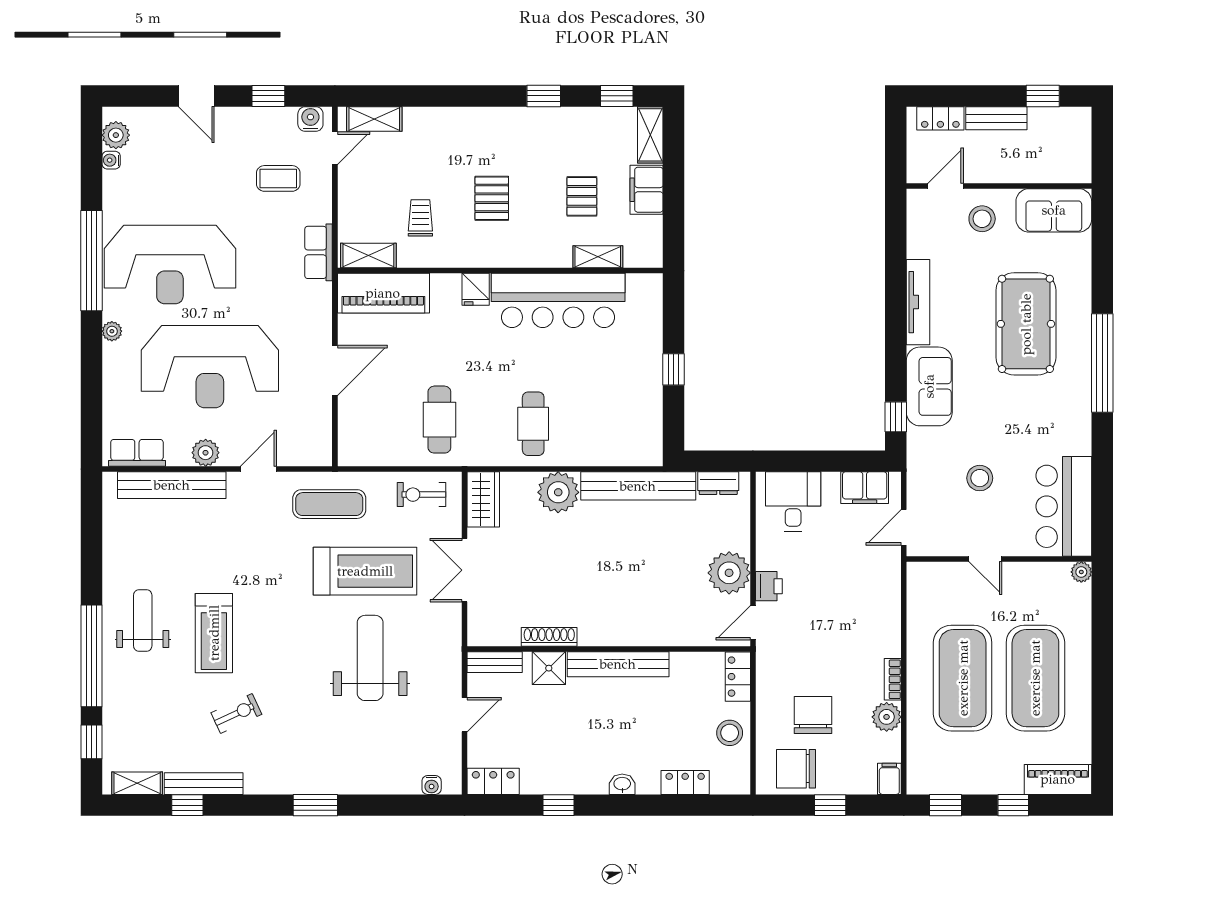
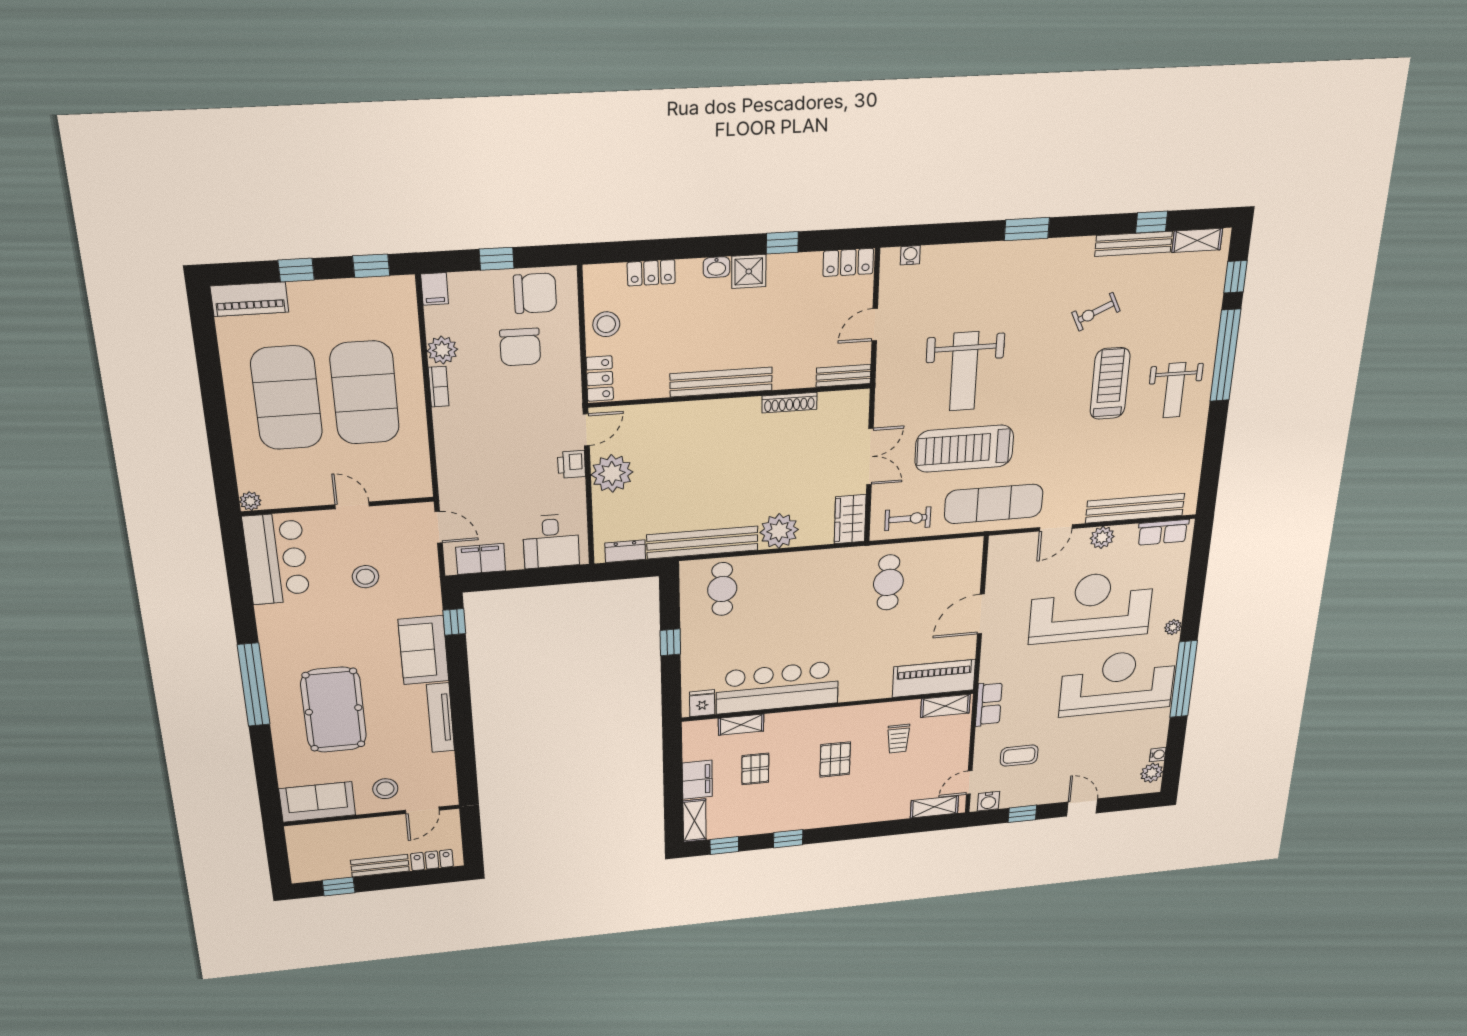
fridge: (476, 289) -> (702, 703), moved
cafe table: (533, 424) -> (722, 589), moved
exercise mat: (329, 504) -> (994, 504), width x1.36, depth x1.45
door: (904, 527) -> (439, 527), hinge flipped
shower: (549, 668) -> (749, 271), moved

